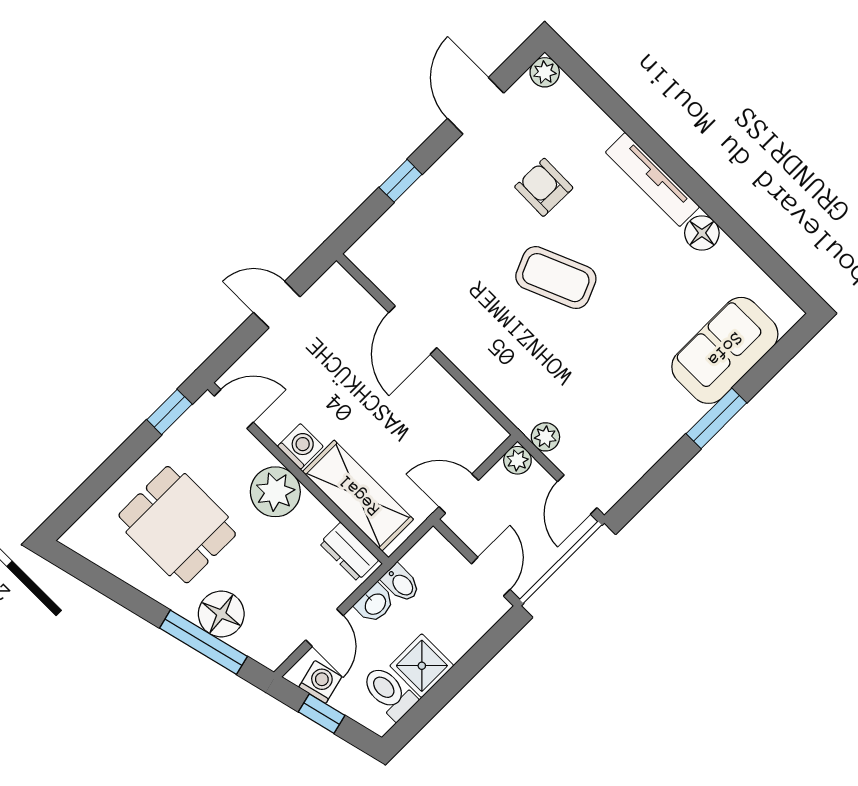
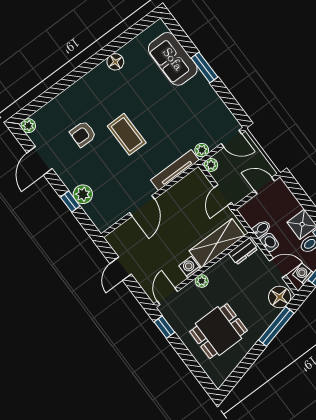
door: (476, 106) -> (40, 161), hinge flipped
tv unit: (652, 179) -> (175, 170), moved, turned 180
plant: (419, 205) -> (83, 194), added
coffee table: (556, 278) -> (127, 134), turned -67
door: (413, 330) -> (142, 206), hinge flipped
plant: (275, 492) -> (202, 281), width x0.53, depth x0.53
floor lamp: (221, 614) -> (280, 297), moved

